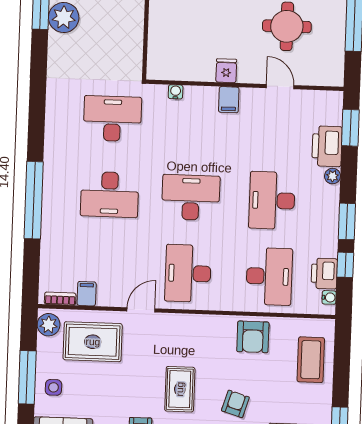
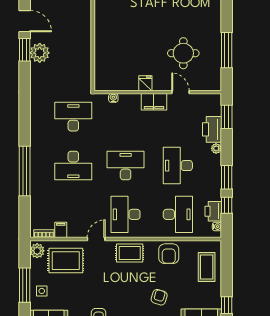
filing cabinet: (229, 100) -> (154, 102), width x2.00
rug: (180, 389) -> (130, 253), moved, turned 90

